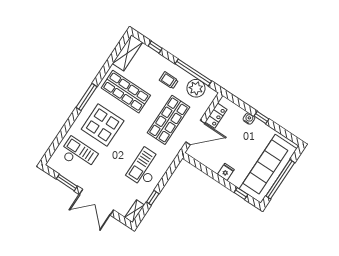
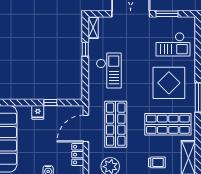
trolley: (169, 80) -> (157, 162), moved
window: (241, 193) -> (50, 102), moved

